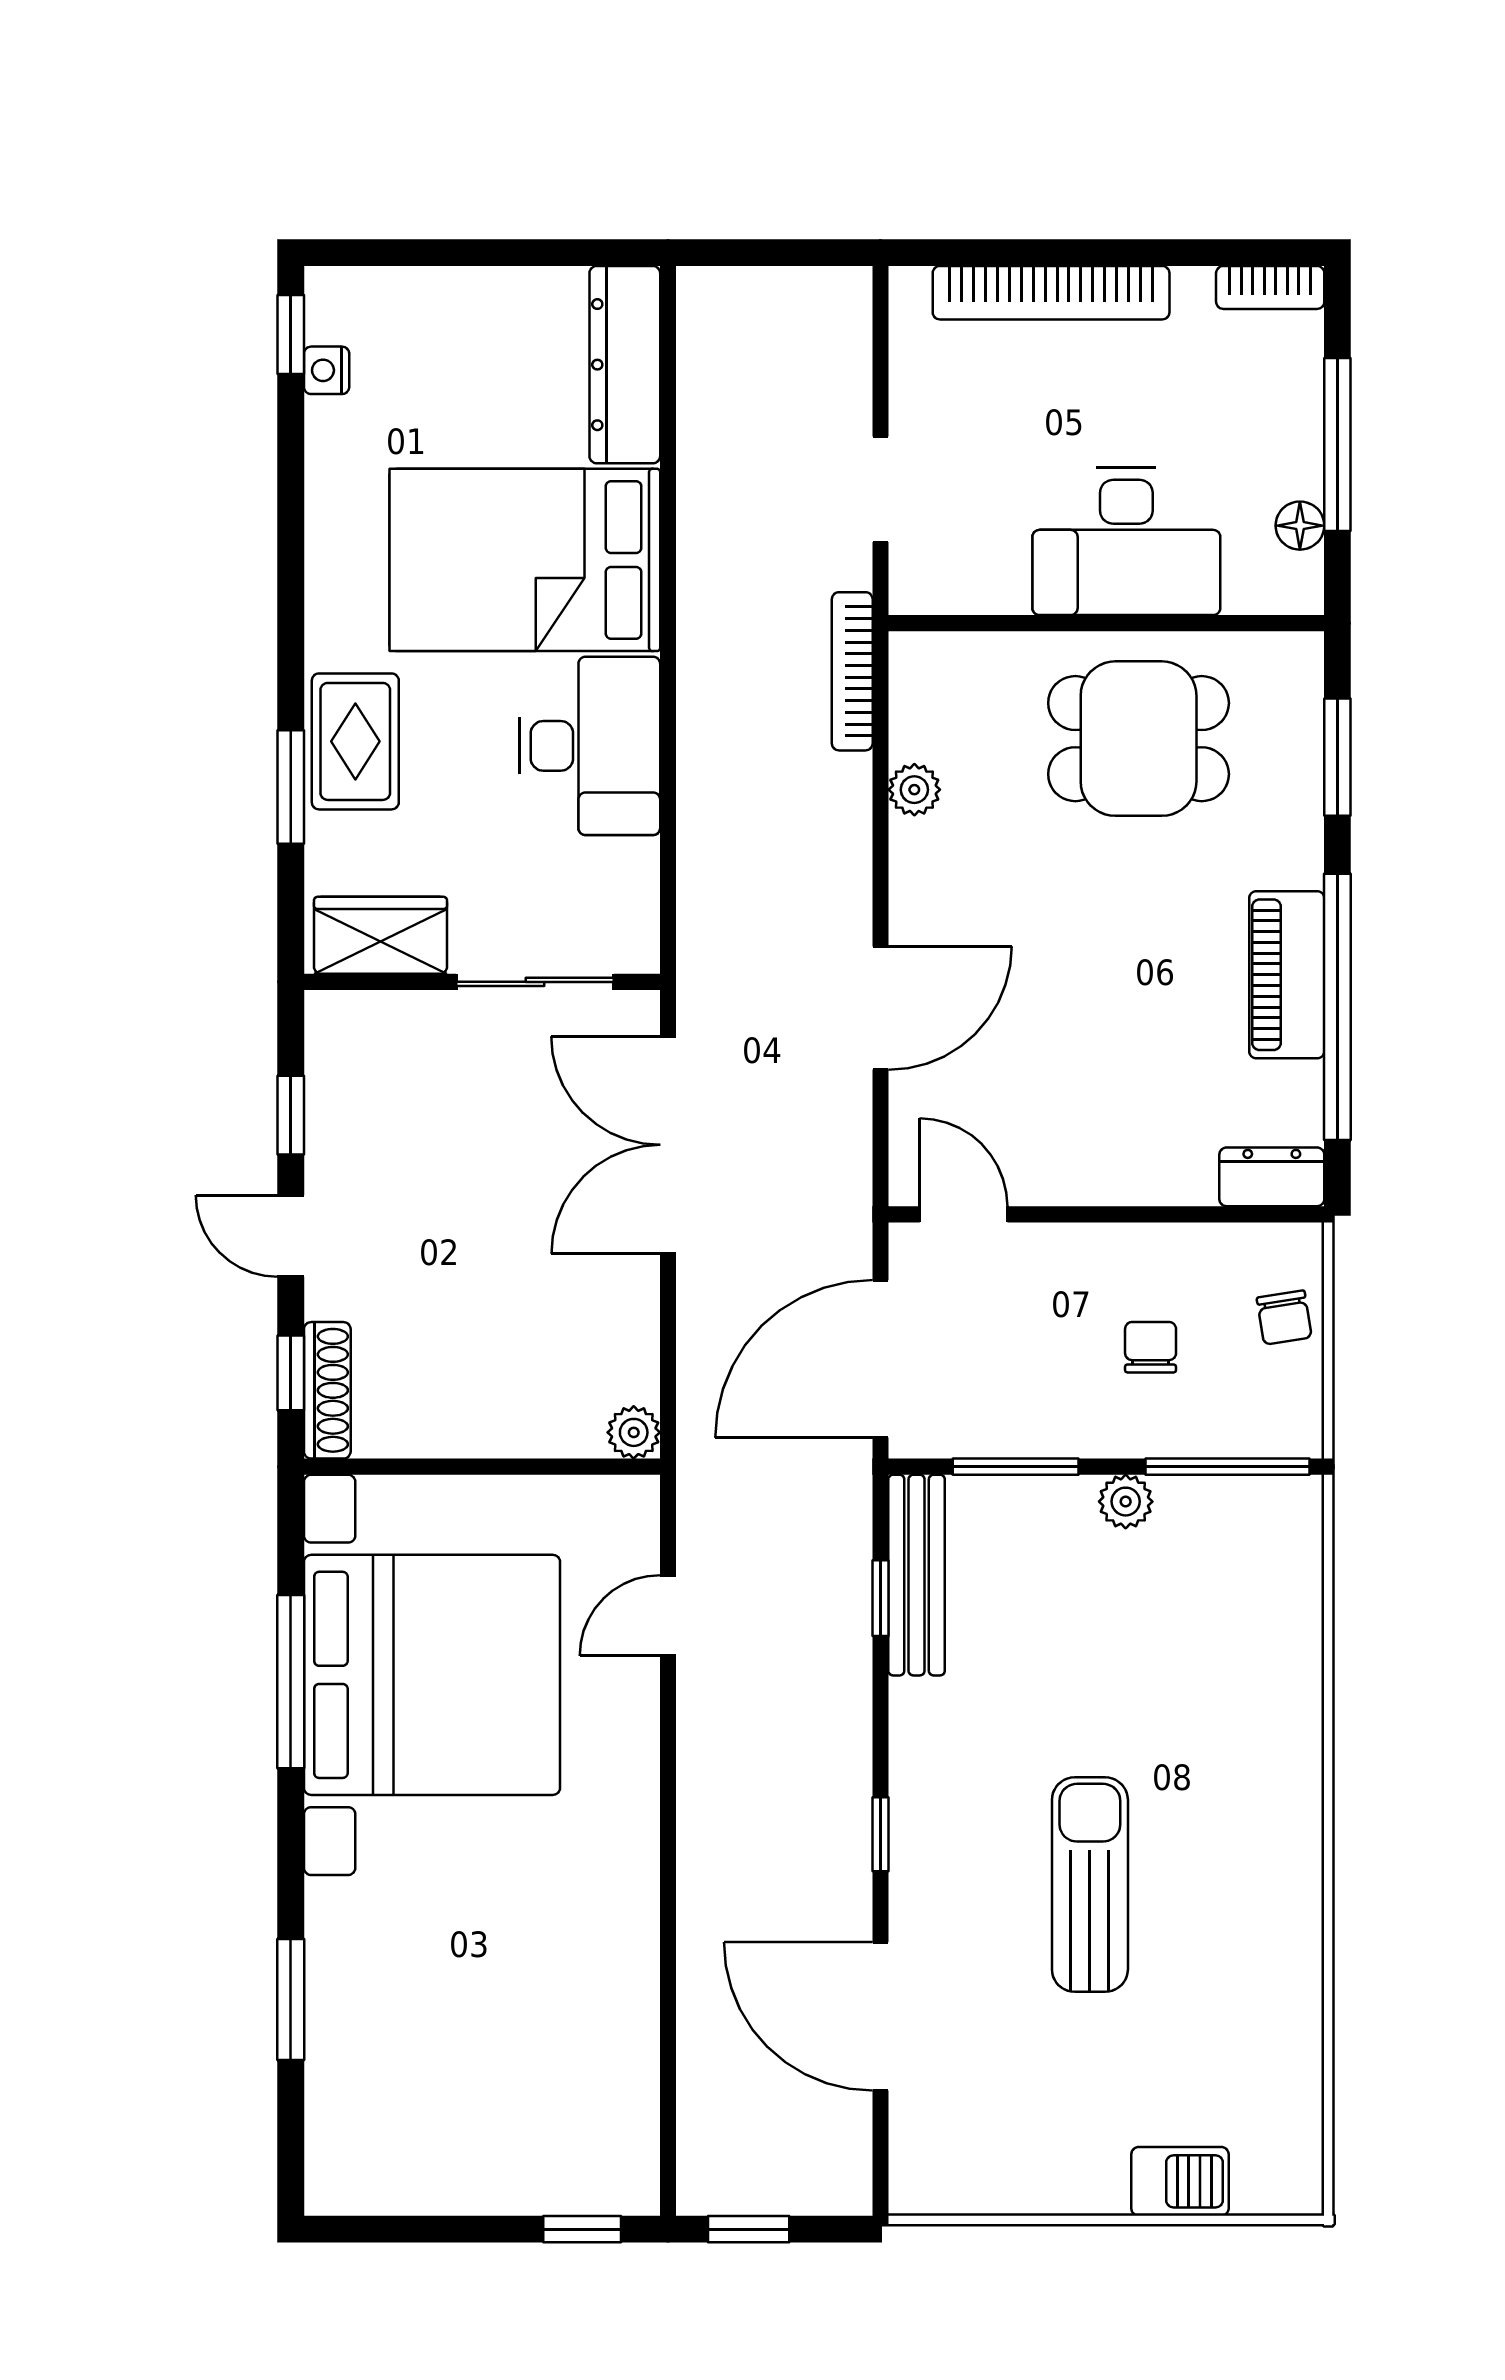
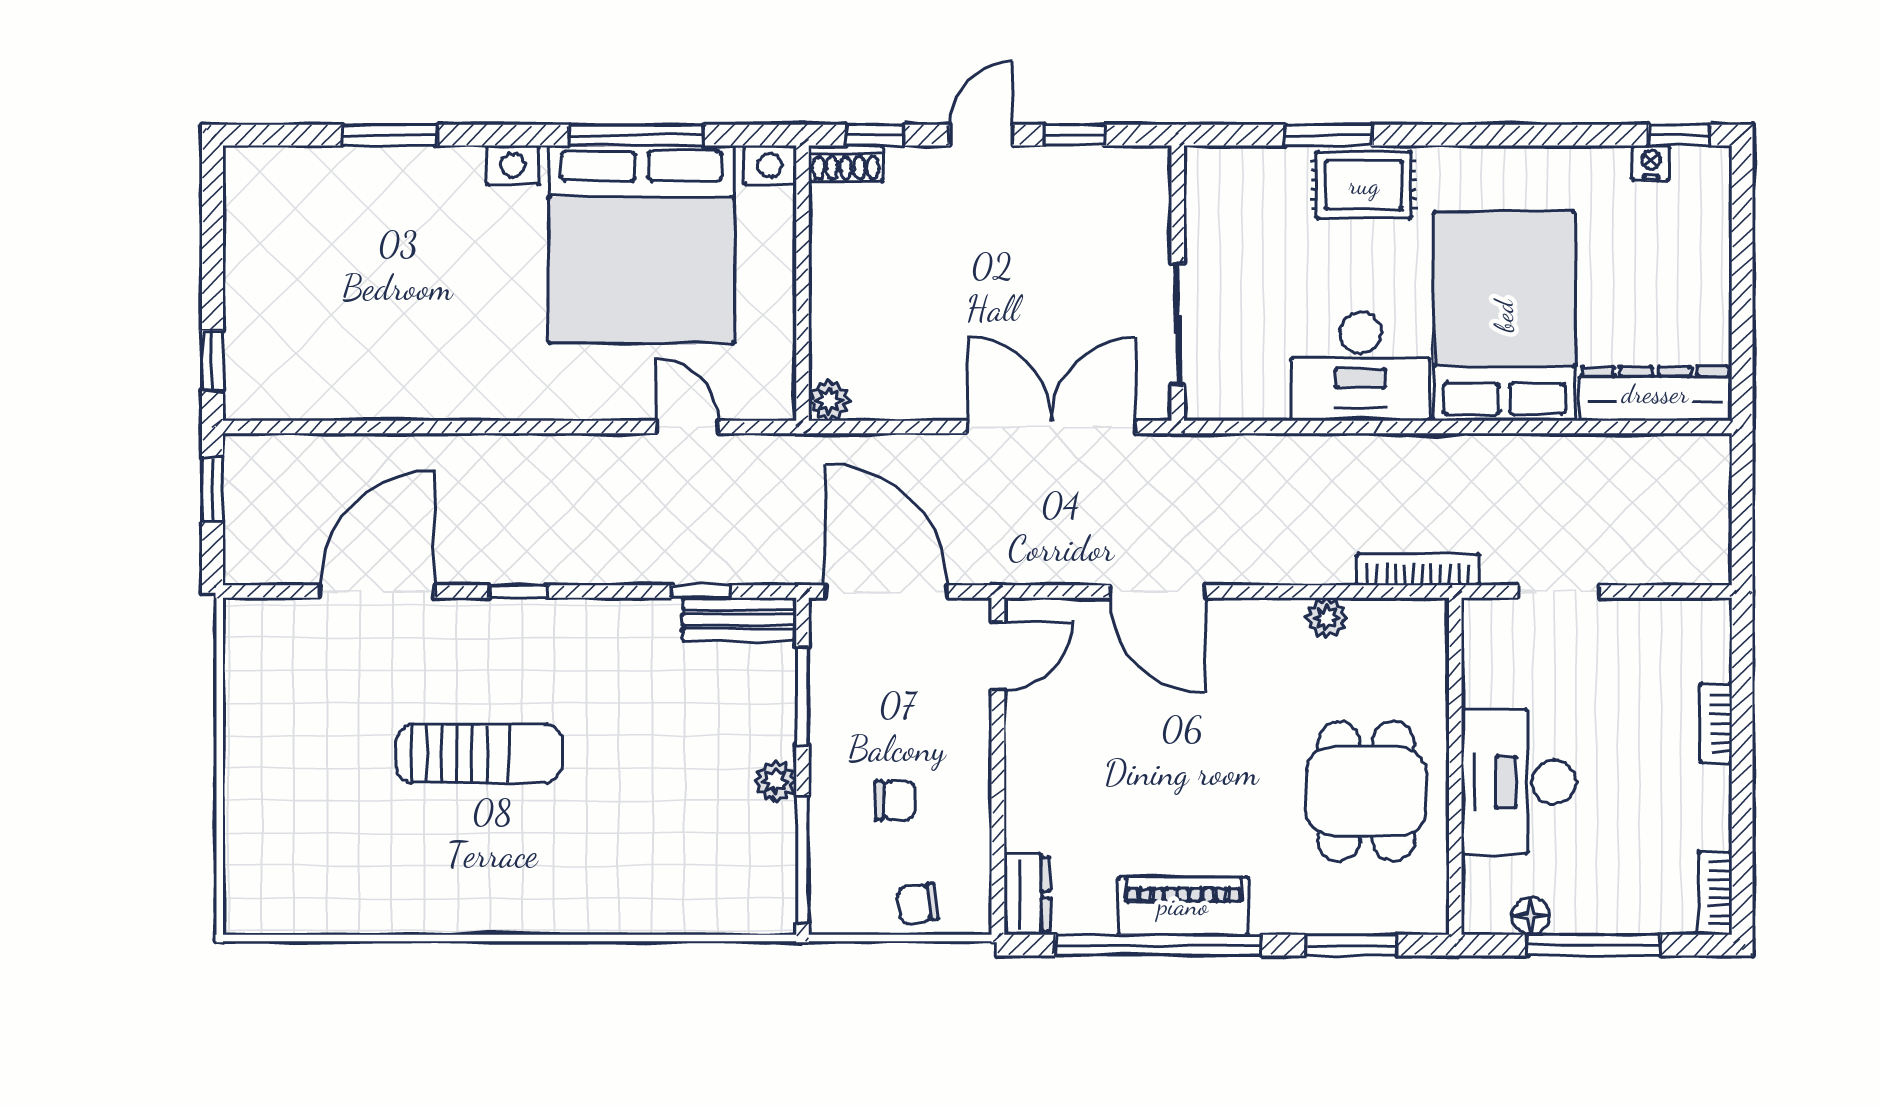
bookcase: (1051, 293) -> (1716, 723), width x0.43, depth x0.76
wardrobe: (381, 935) -> (1214, 205), removed
shoe rack: (327, 1390) -> (846, 163), width x0.70
bench: (917, 1575) -> (739, 619), width x0.73
barbecue: (1180, 2181) -> (249, 823), removed

